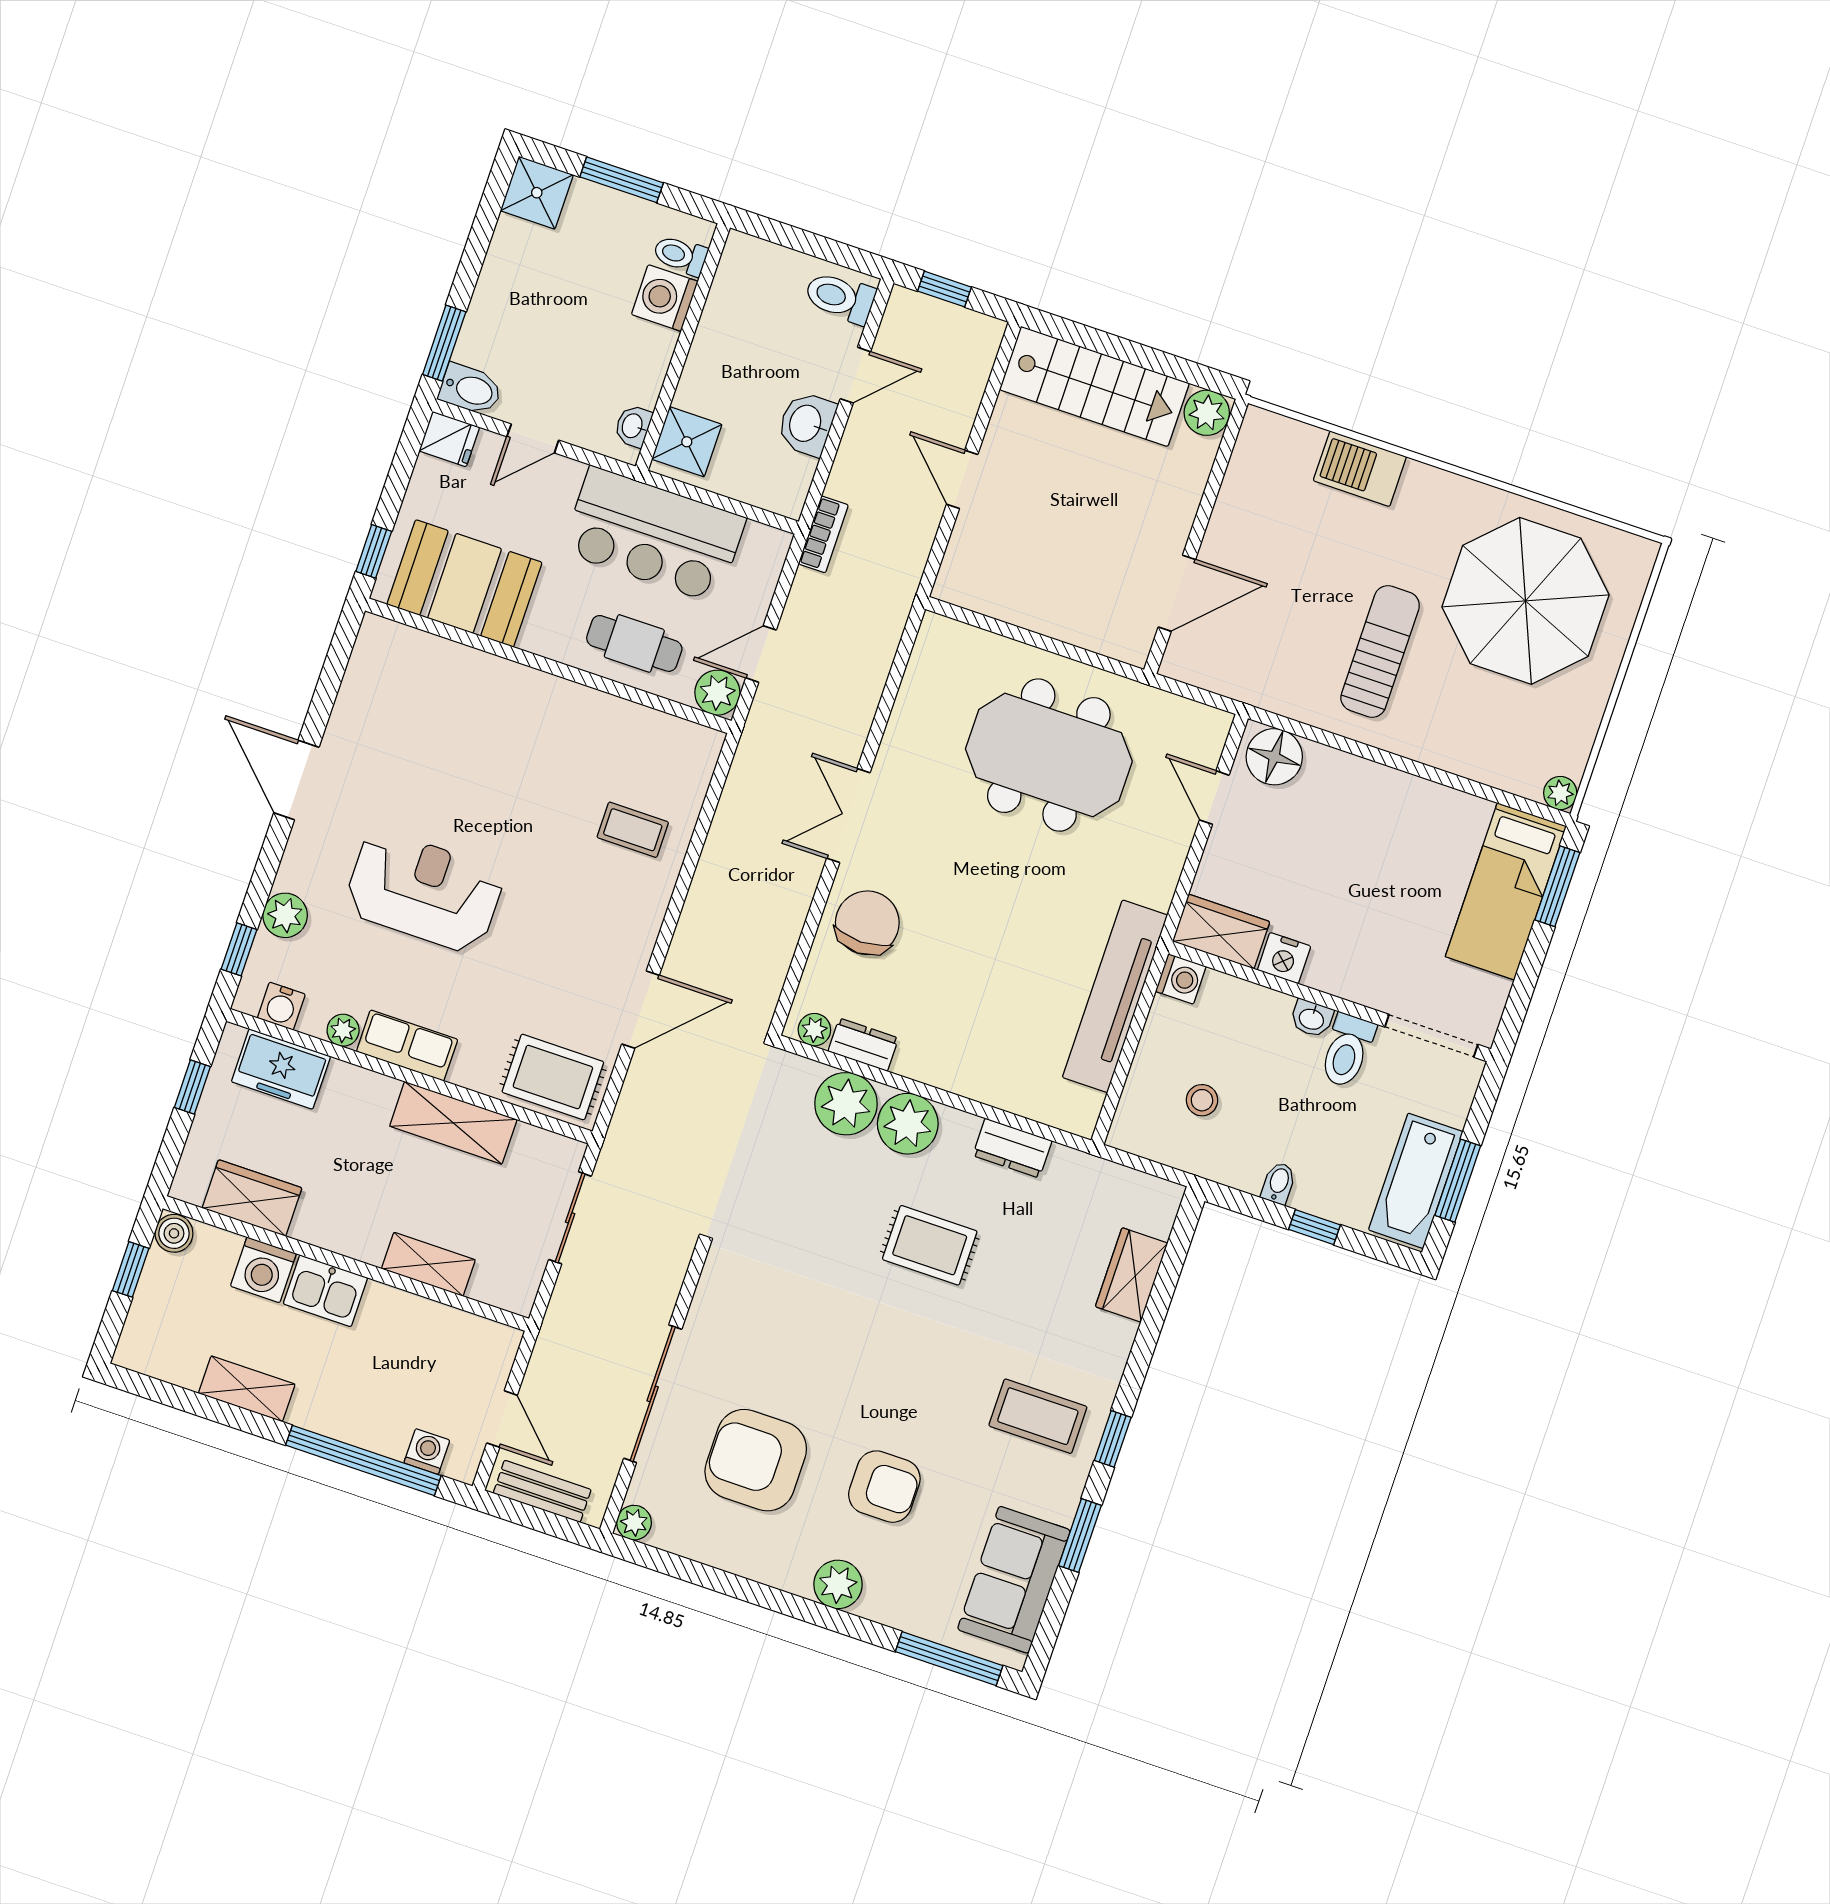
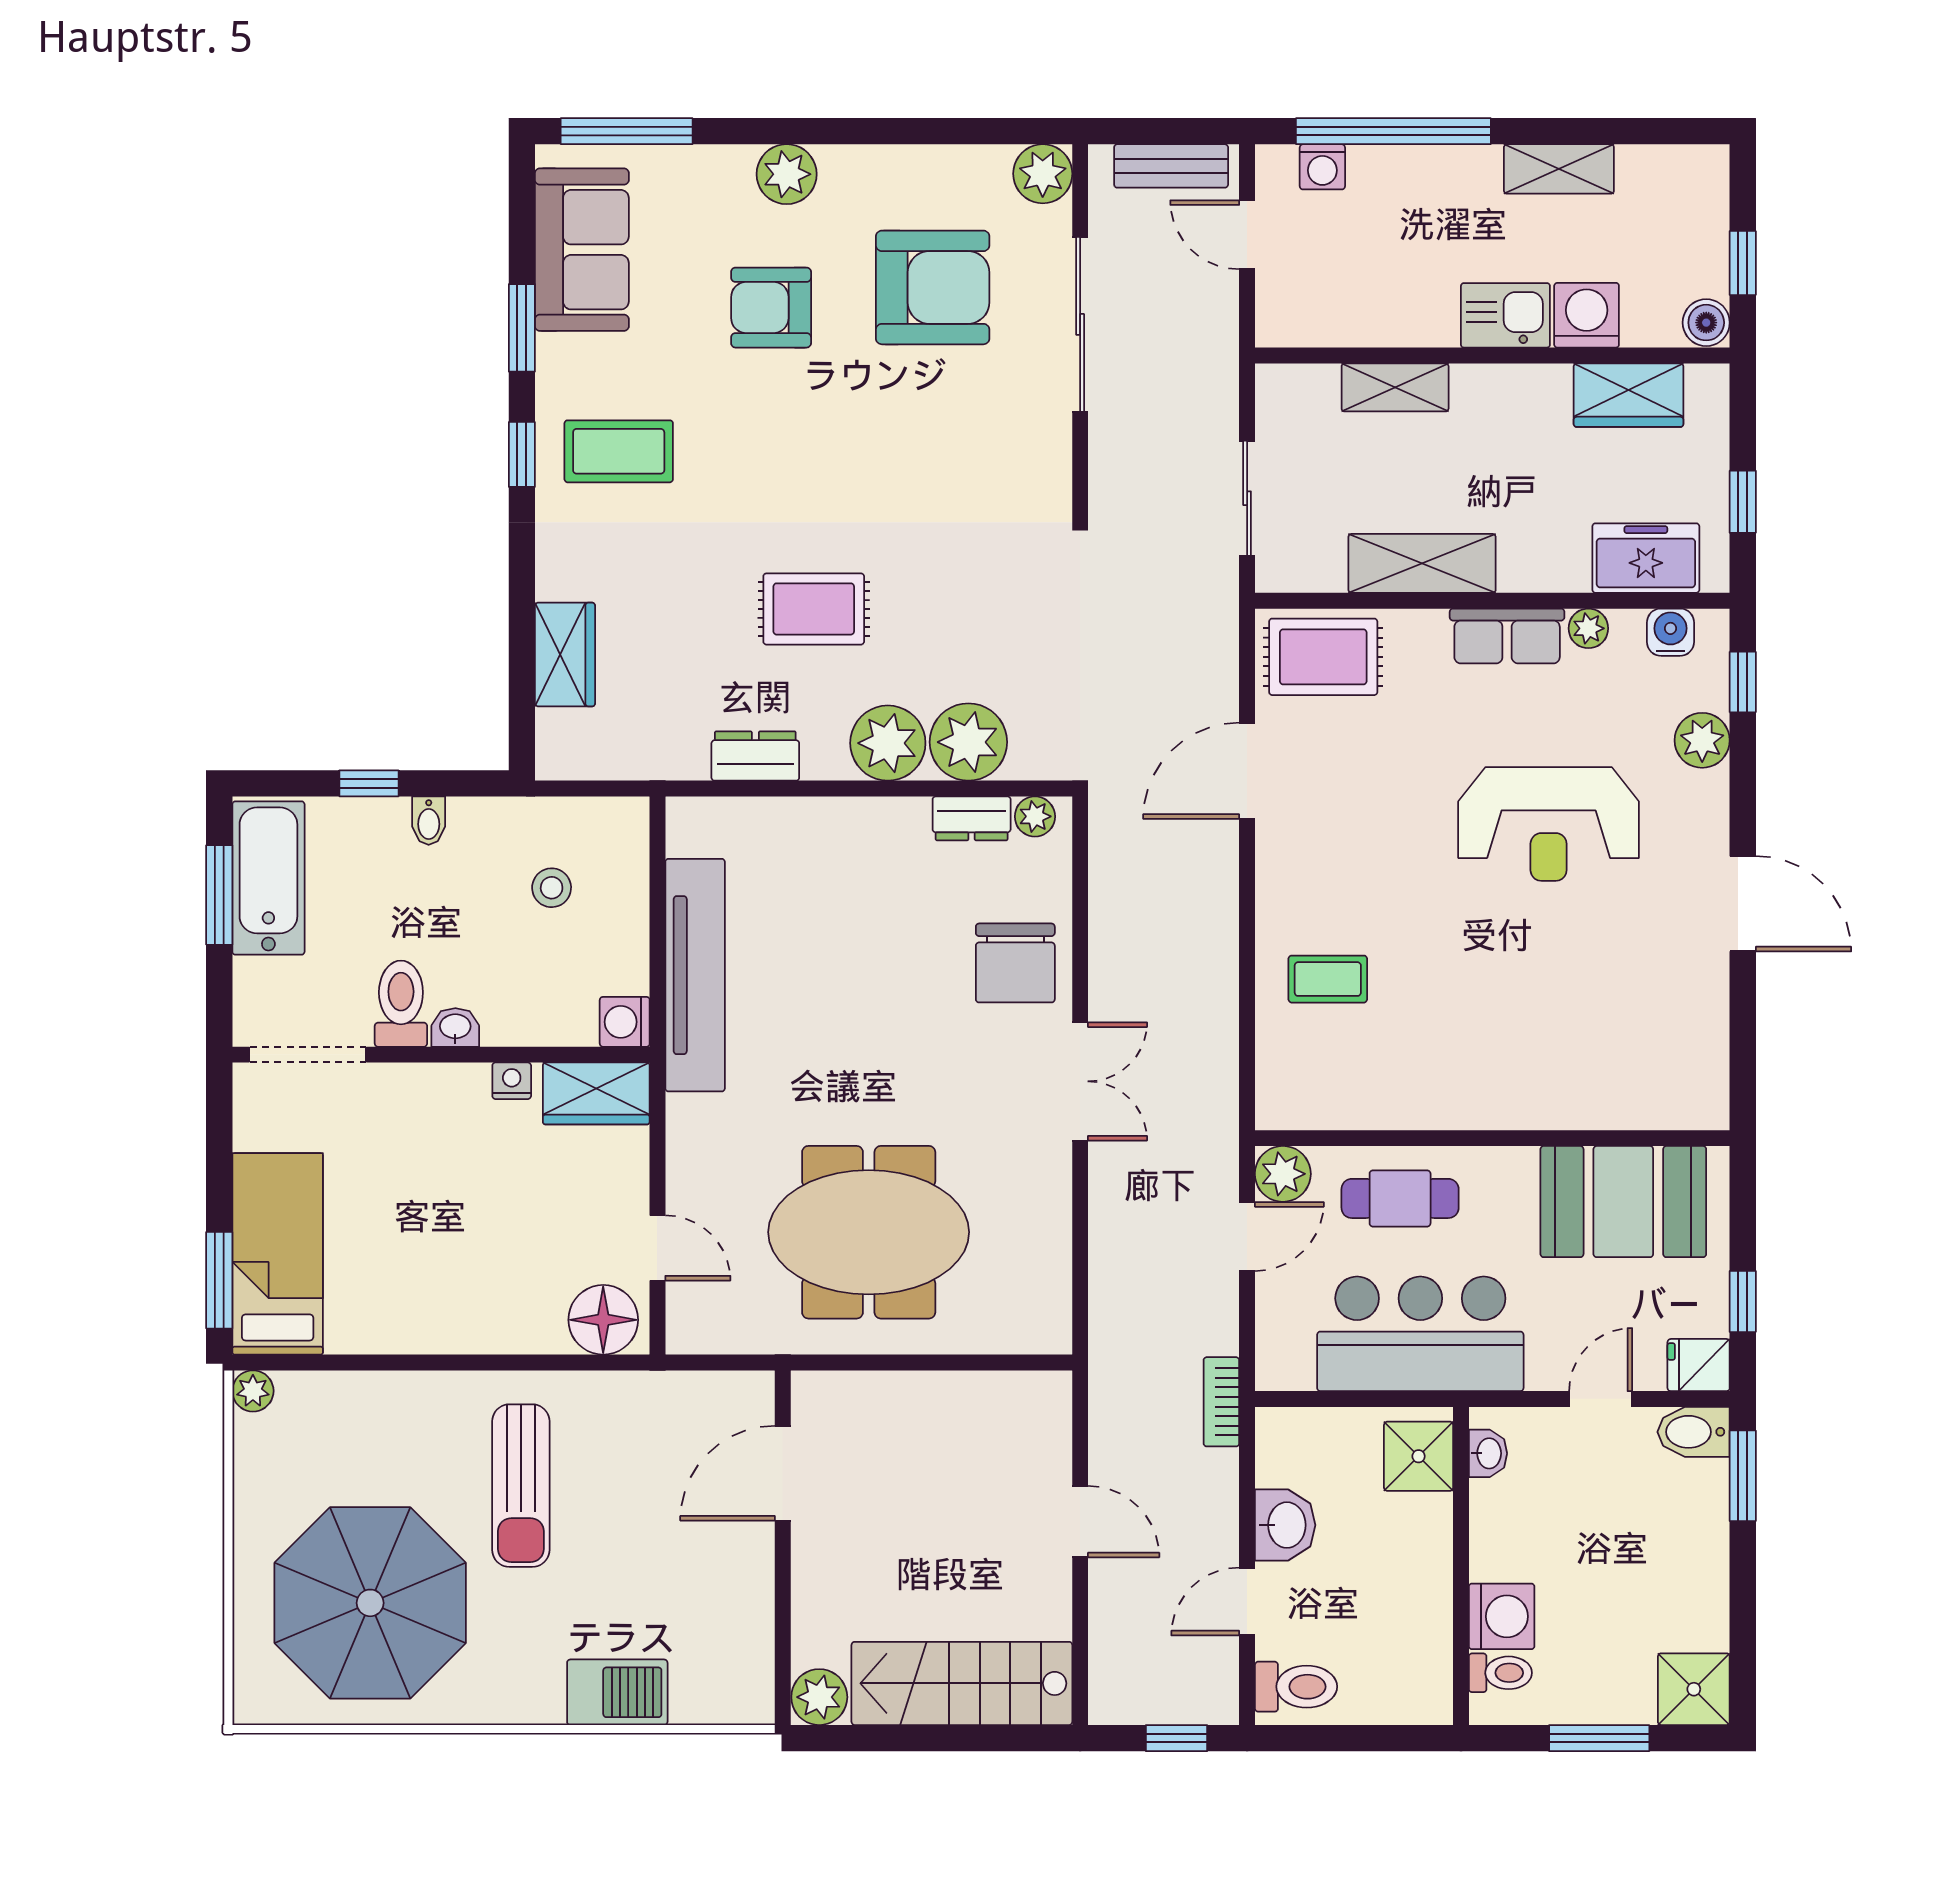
window: (374, 551) -> (1743, 1301), moved
nightstand: (1284, 958) -> (512, 1081), width x0.72, depth x0.74
plant: (634, 1523) -> (1043, 174), width x1.38, depth x1.38

